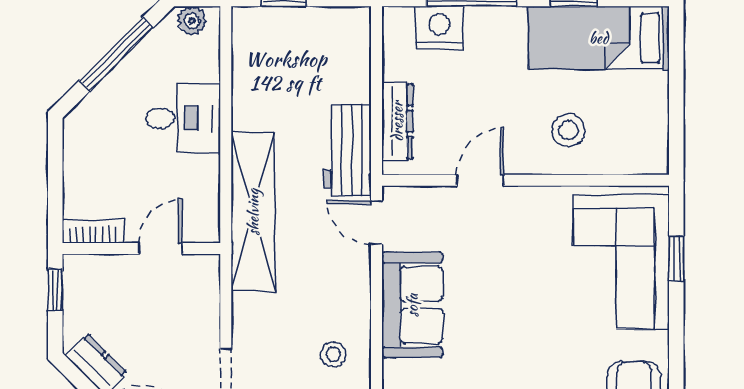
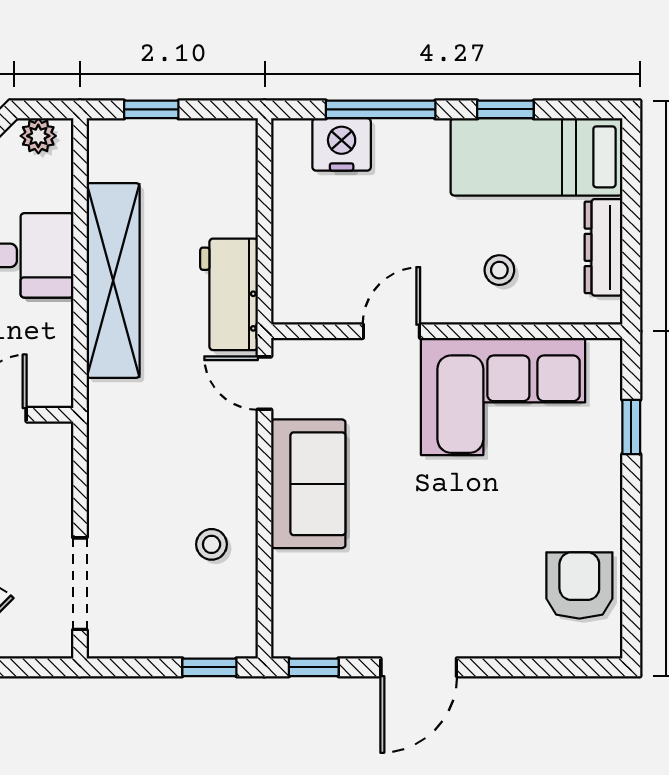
dresser: (397, 121) -> (604, 247), moved, turned 180
stool: (568, 130) -> (499, 270), width x0.73, depth x0.73
shelving: (253, 212) -> (113, 280), moved
corner sofa: (621, 262) -> (503, 396), moved, turned -90

